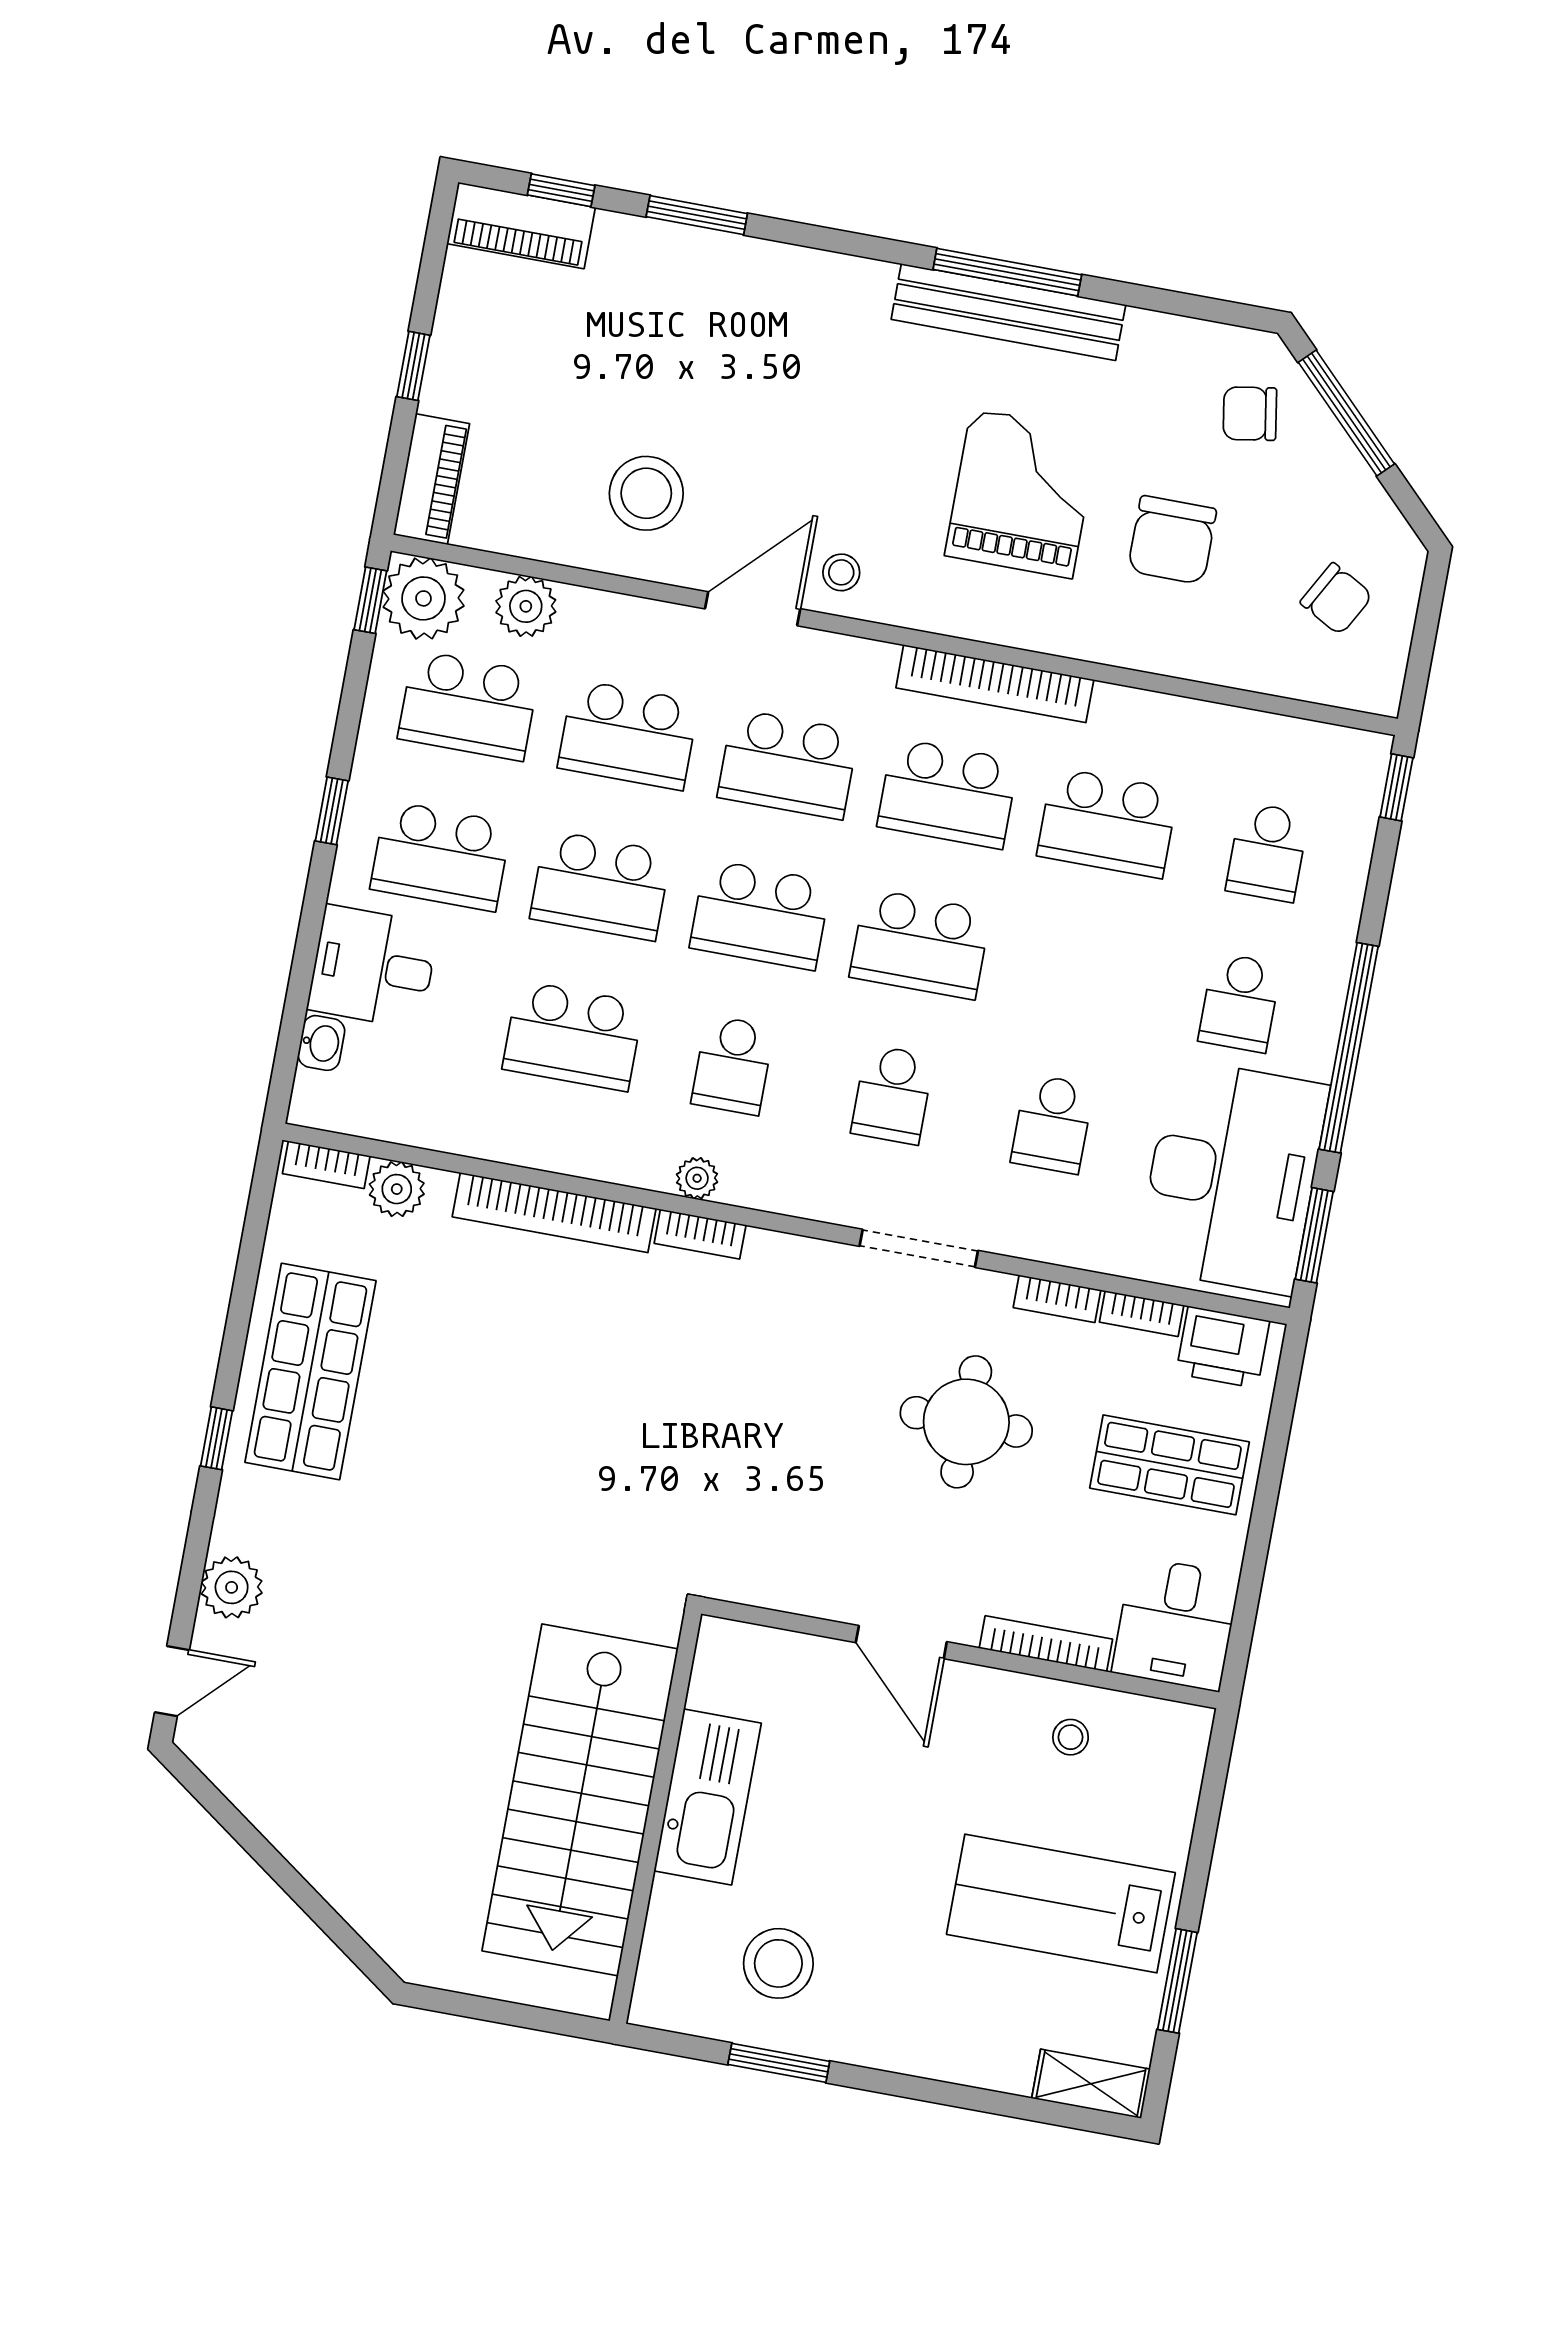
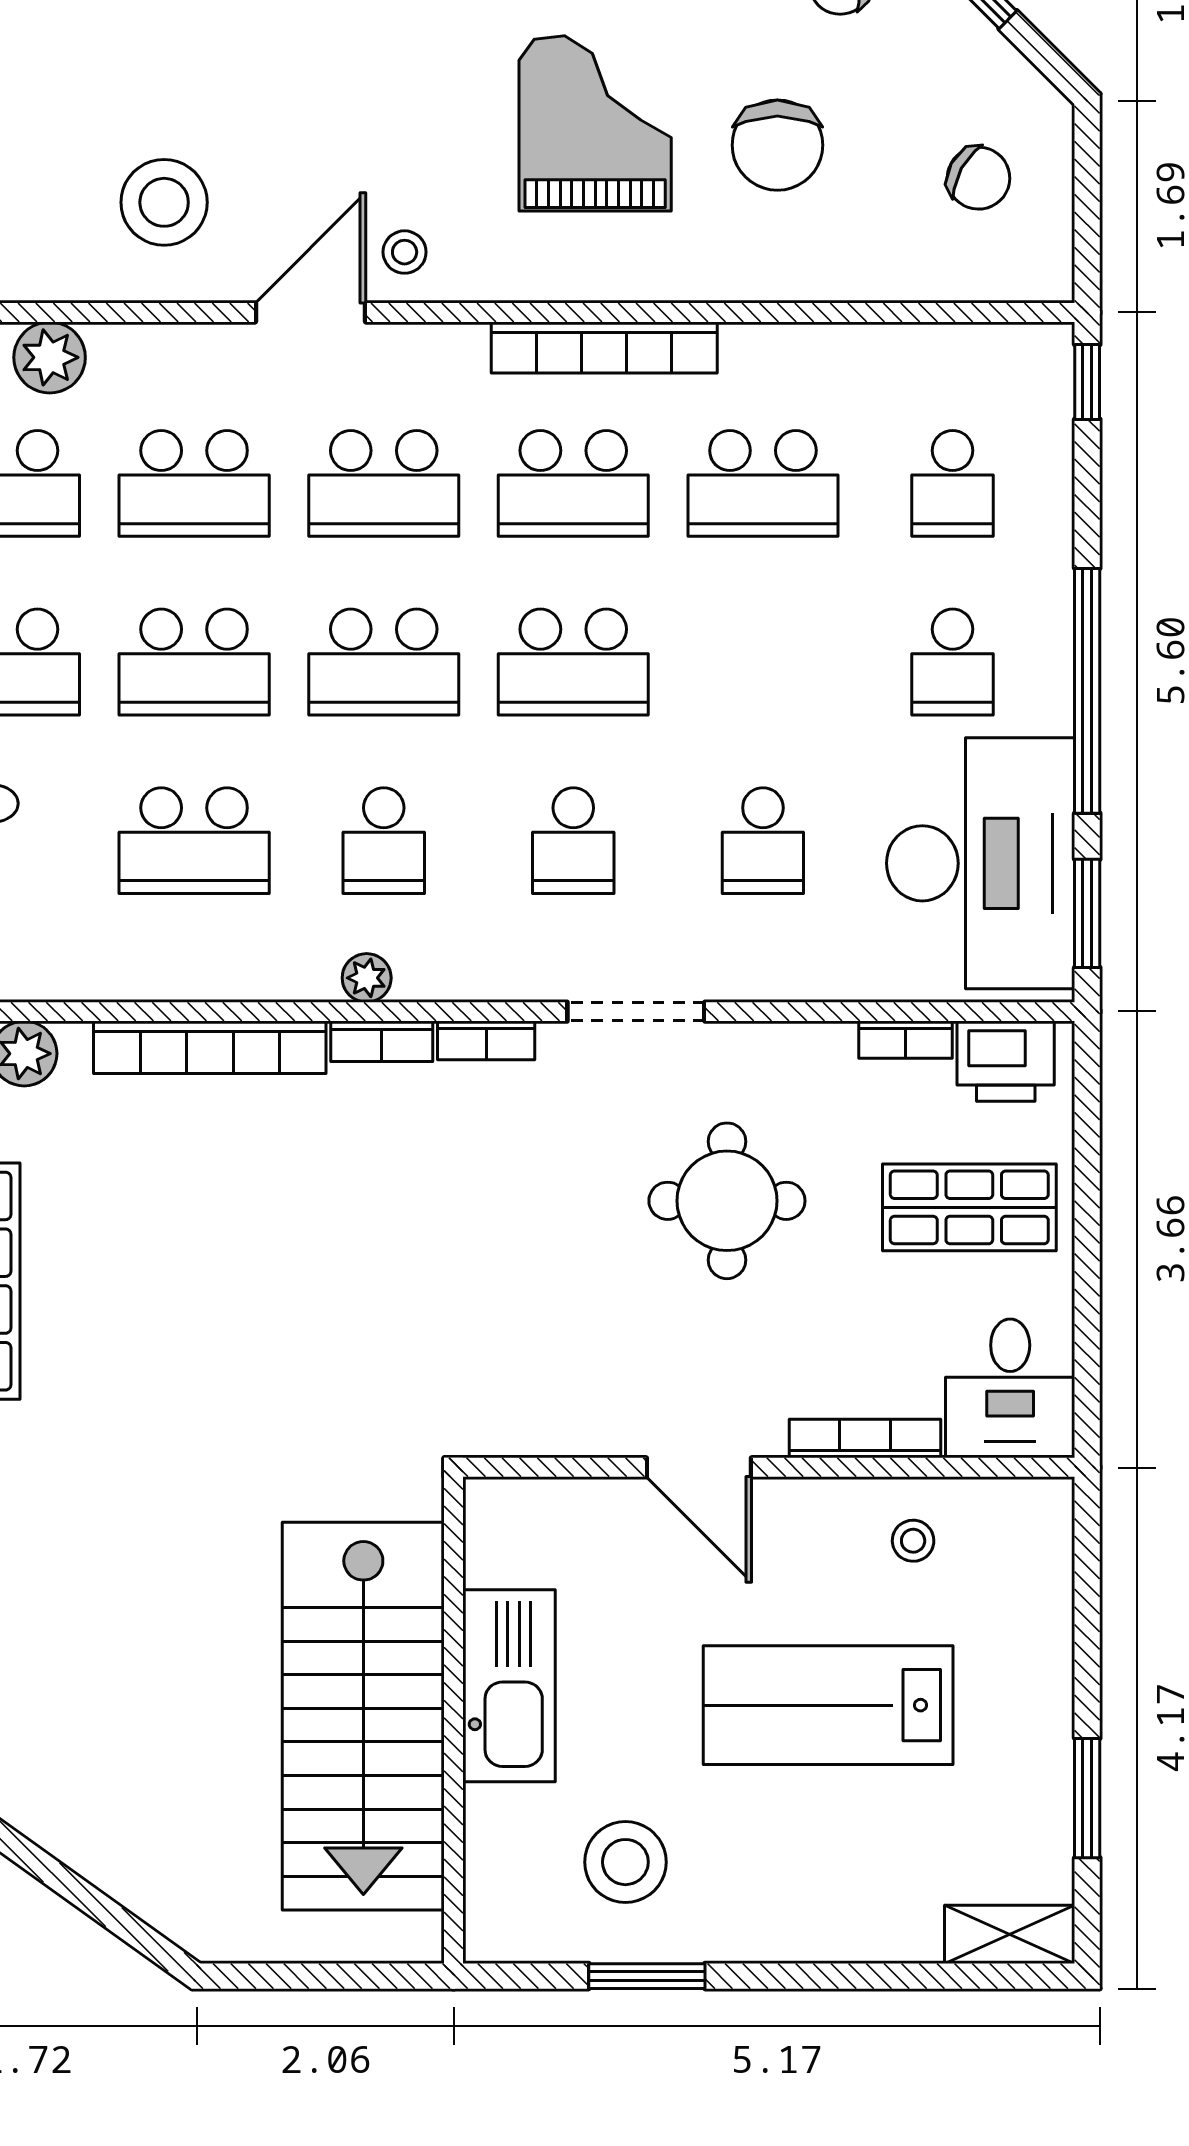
bookcase: (1057, 1299) -> (486, 1040), moved
lab bench: (1061, 1904) -> (828, 1705), moved

